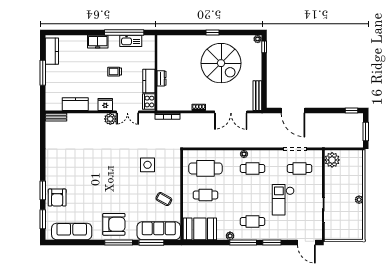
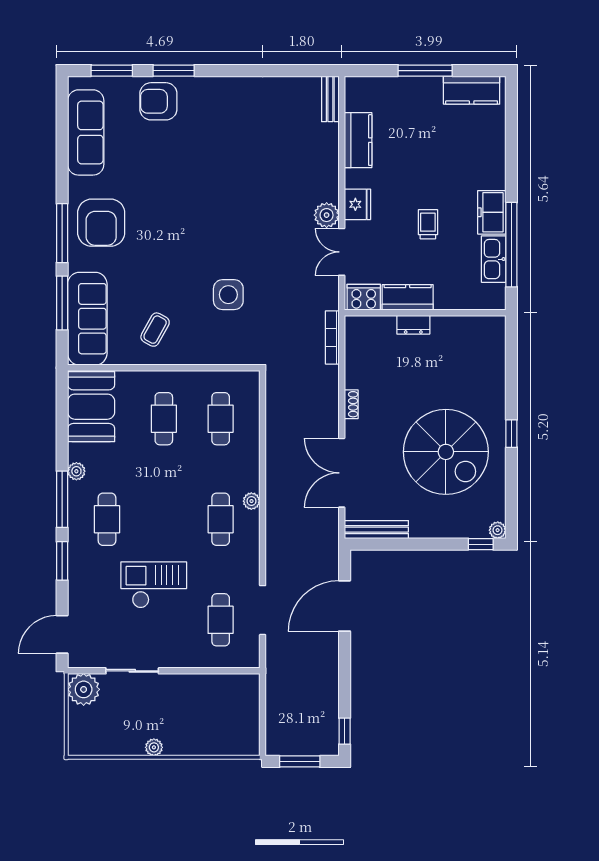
freezer: (98, 42) -> (492, 212), moved
spiral stairs: (221, 63) -> (446, 452), turned -90
plant: (332, 160) -> (84, 689), moved
cafe table: (205, 168) -> (221, 419), width x0.73, depth x0.74

